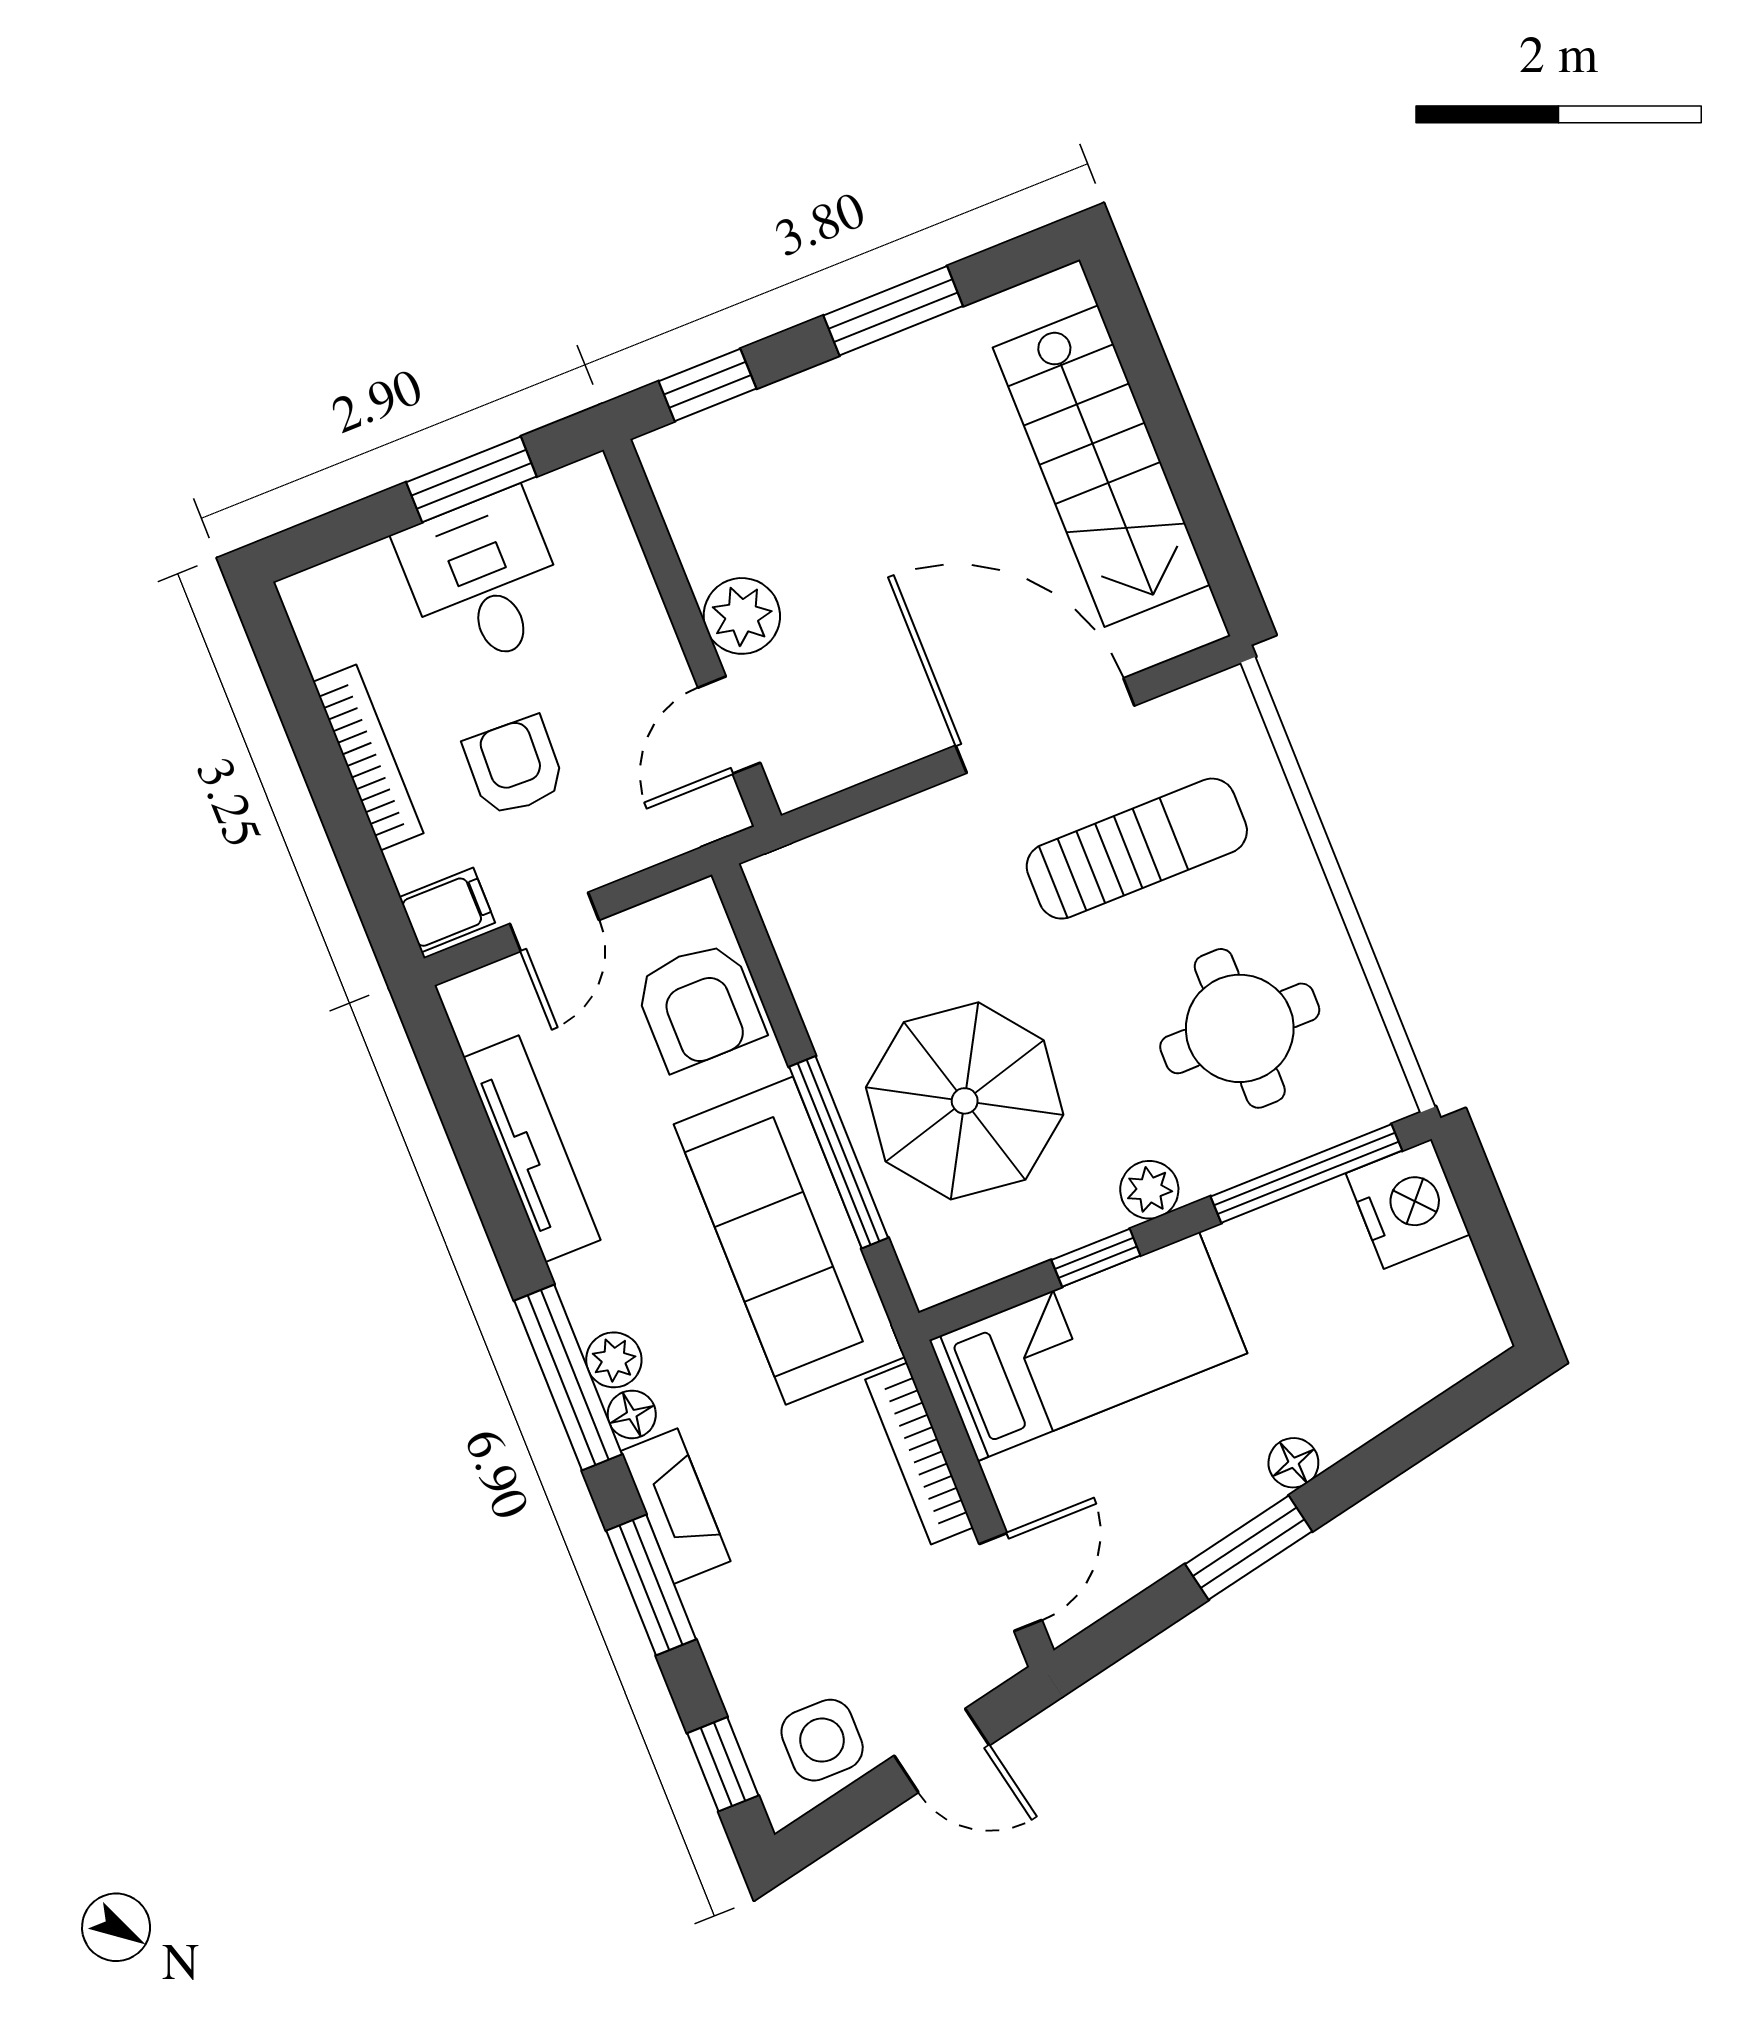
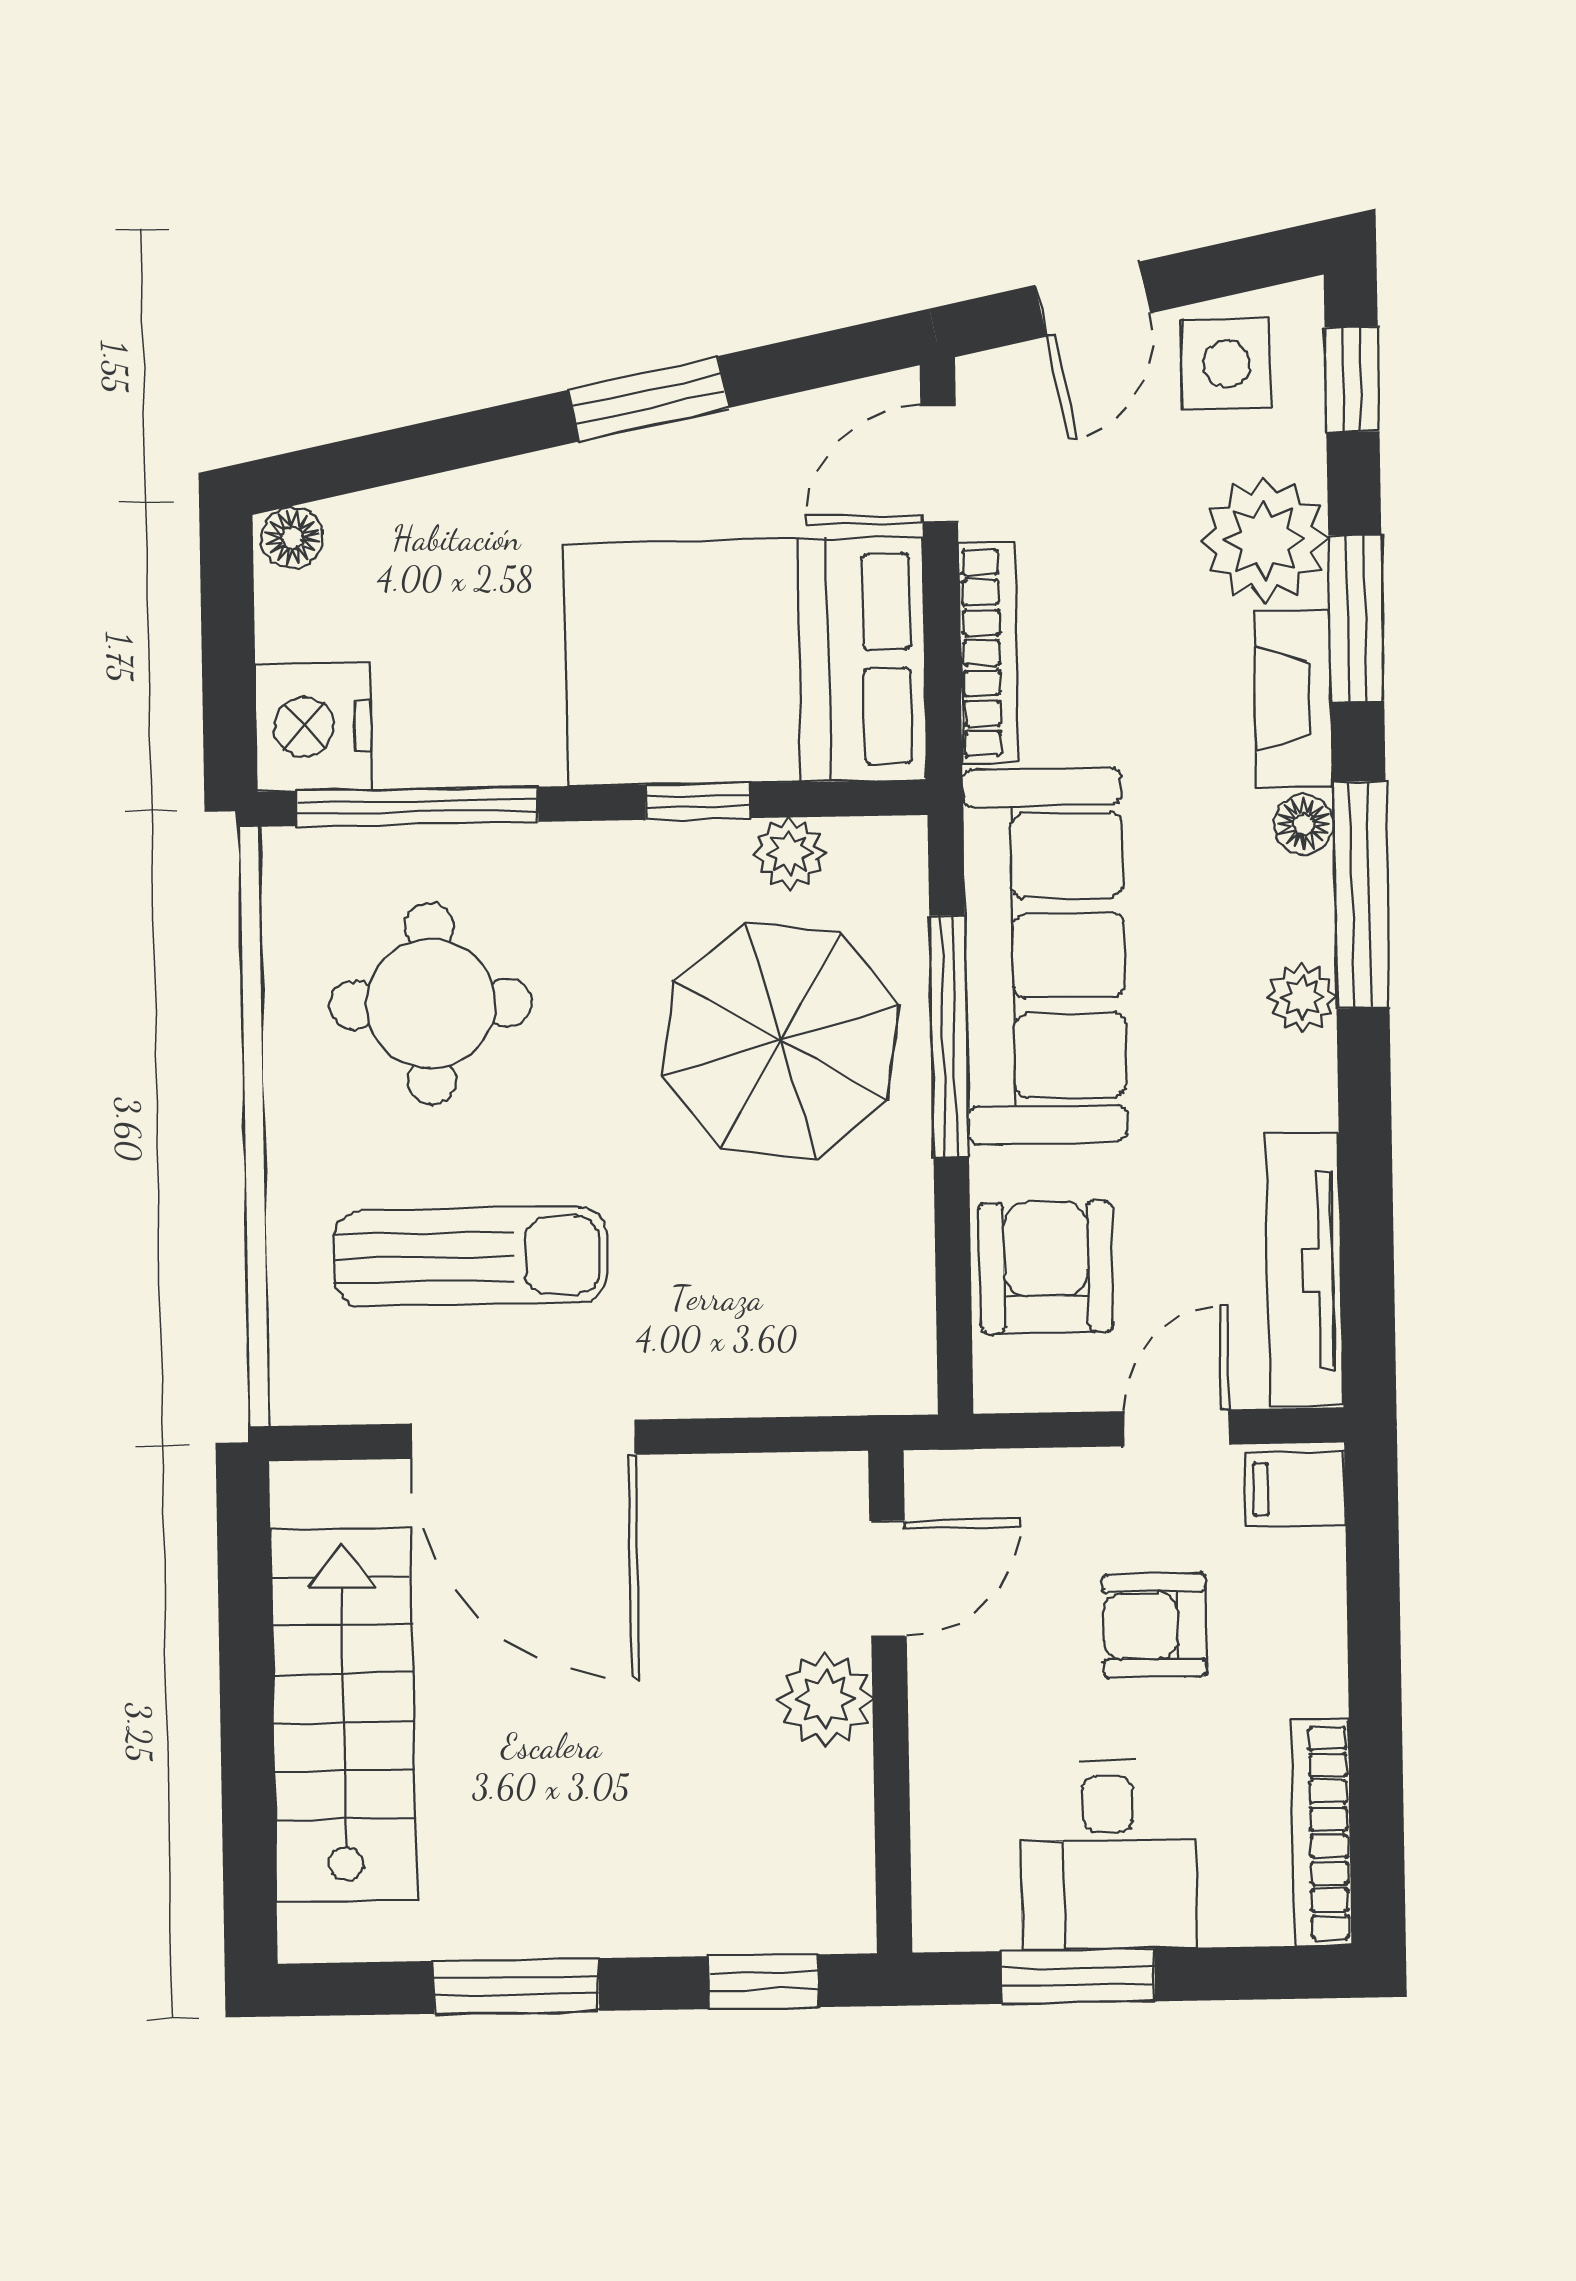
bookcase: (368, 757) -> (1322, 1833), moved
armchair: (514, 766) -> (1155, 1625), turned 88
sun lounger: (1137, 849) -> (471, 1257), turned 180
tv unit: (532, 1149) -> (1304, 1270), moved
plant: (1149, 1190) -> (790, 853), moved
bed: (1088, 1347) -> (745, 662), width x1.50
plant: (614, 1360) -> (1302, 997), moved
floor lamp: (1293, 1463) -> (292, 537), moved
plant: (743, 1618) -> (1264, 540), added
door: (942, 1751) -> (1093, 299), swing flipped

